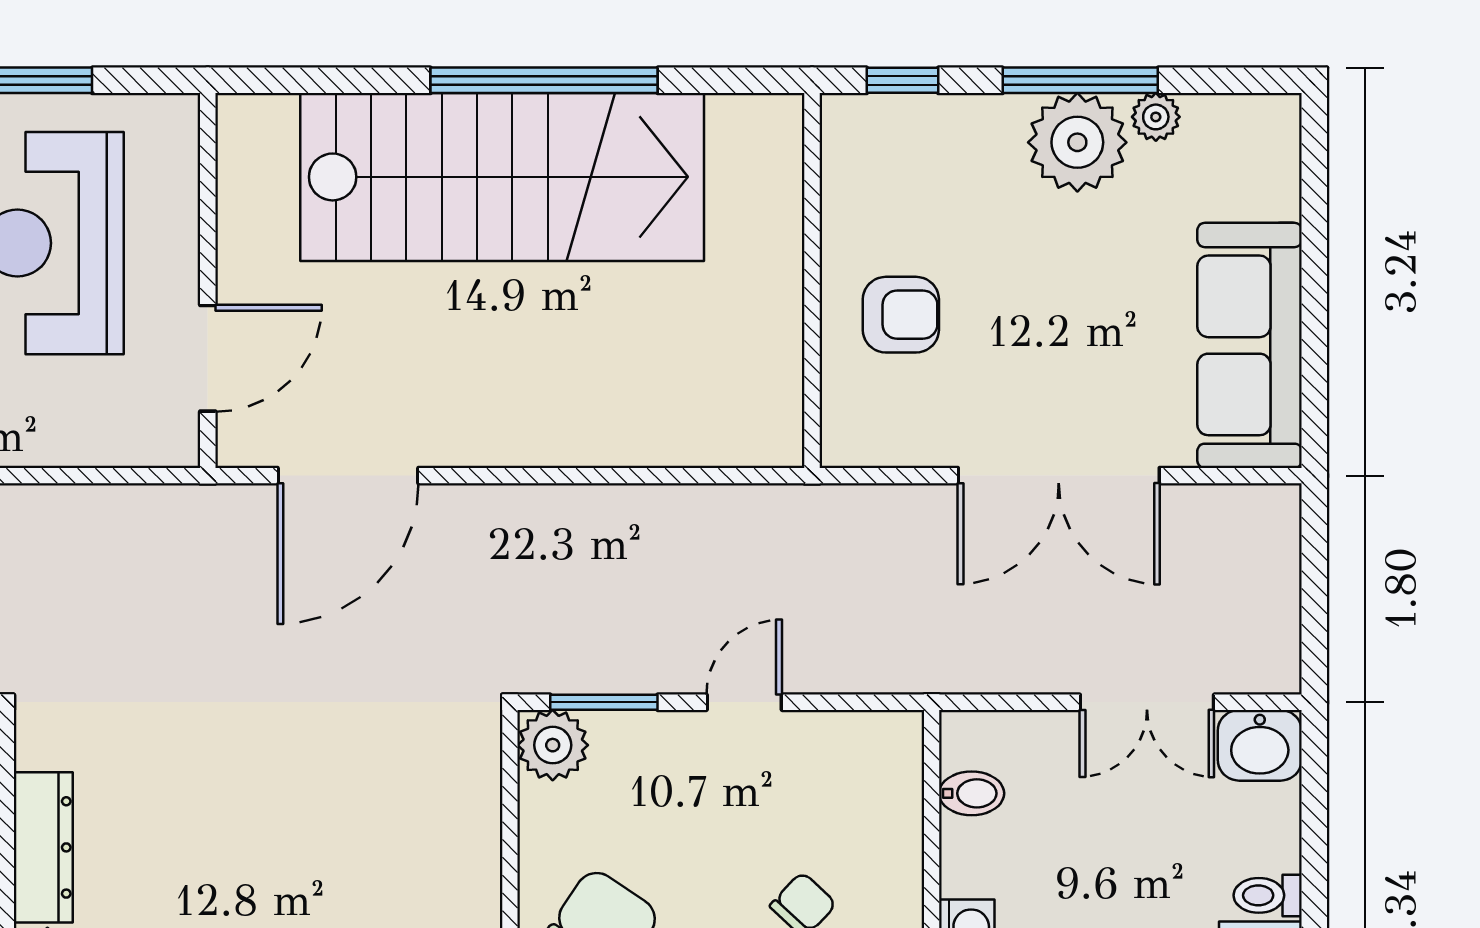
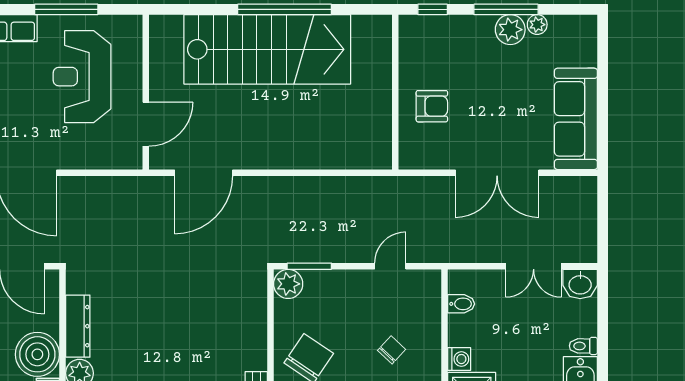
plant: (1077, 142) -> (510, 30), width x0.73, depth x0.73
door: (744, 702) -> (390, 266), moved

